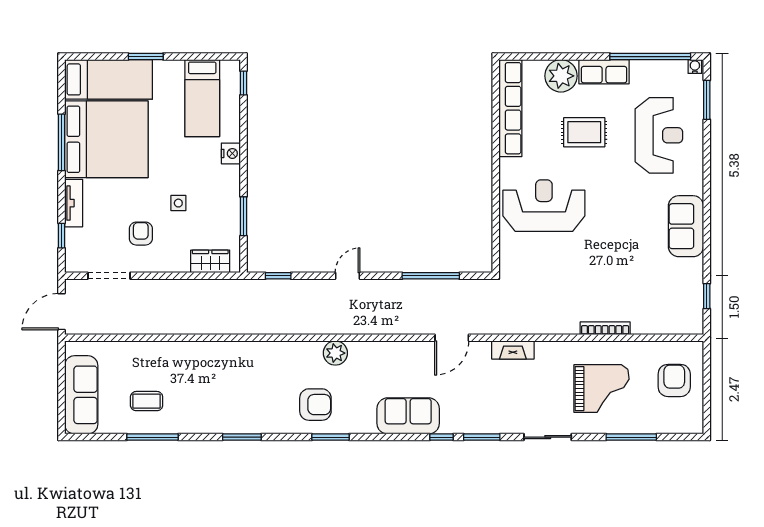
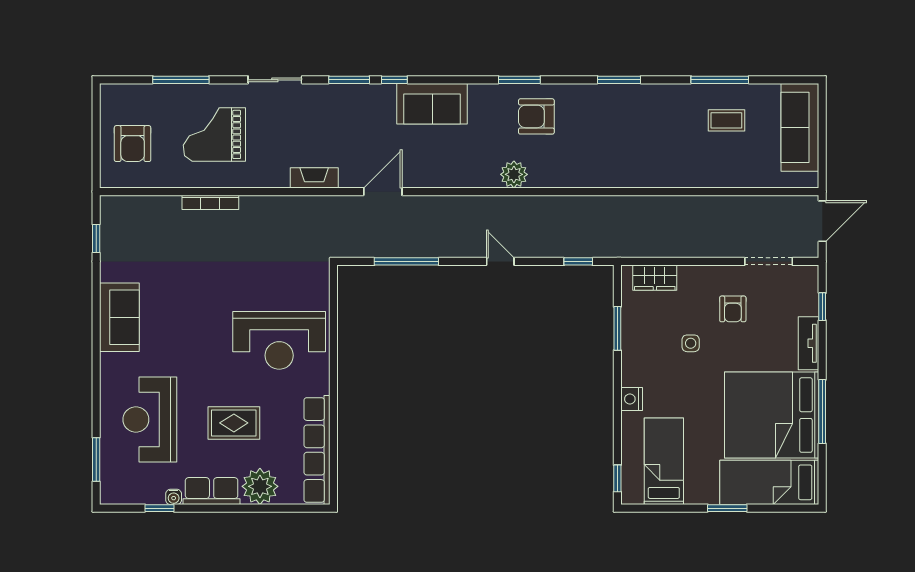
window: (650, 57) -> (159, 508), width x0.32
water cooler: (695, 67) -> (174, 497), moved
door: (348, 276) -> (500, 261), swing flipped

